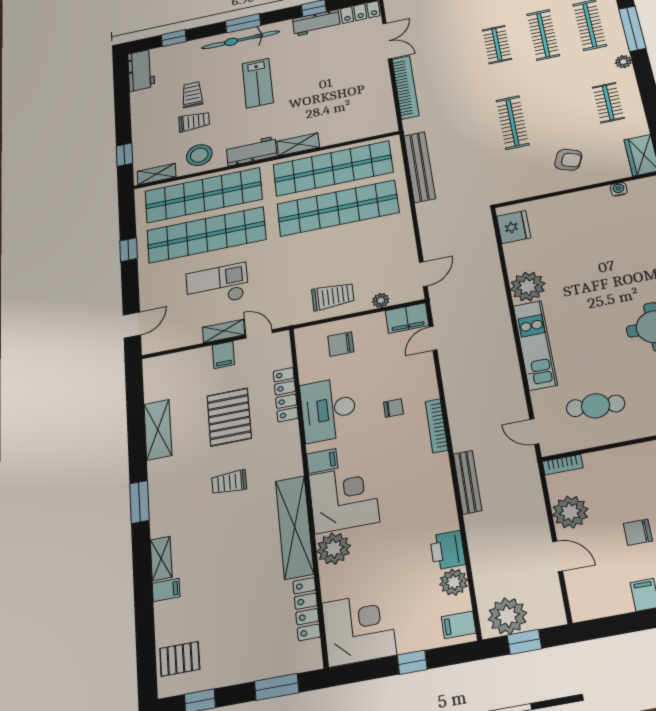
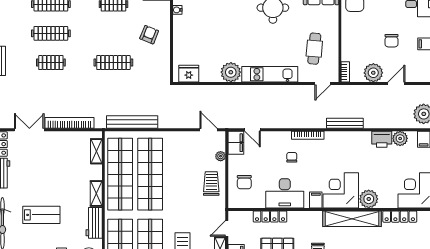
shelving: (366, 130) -> (96, 151), added

